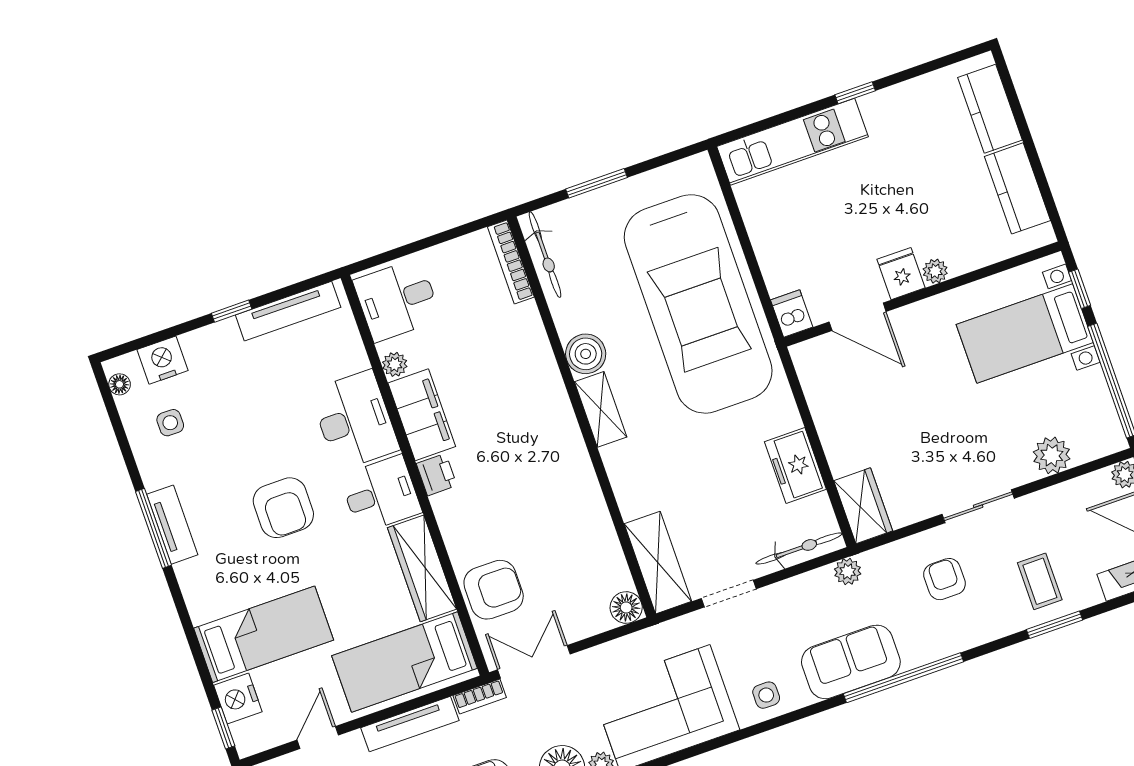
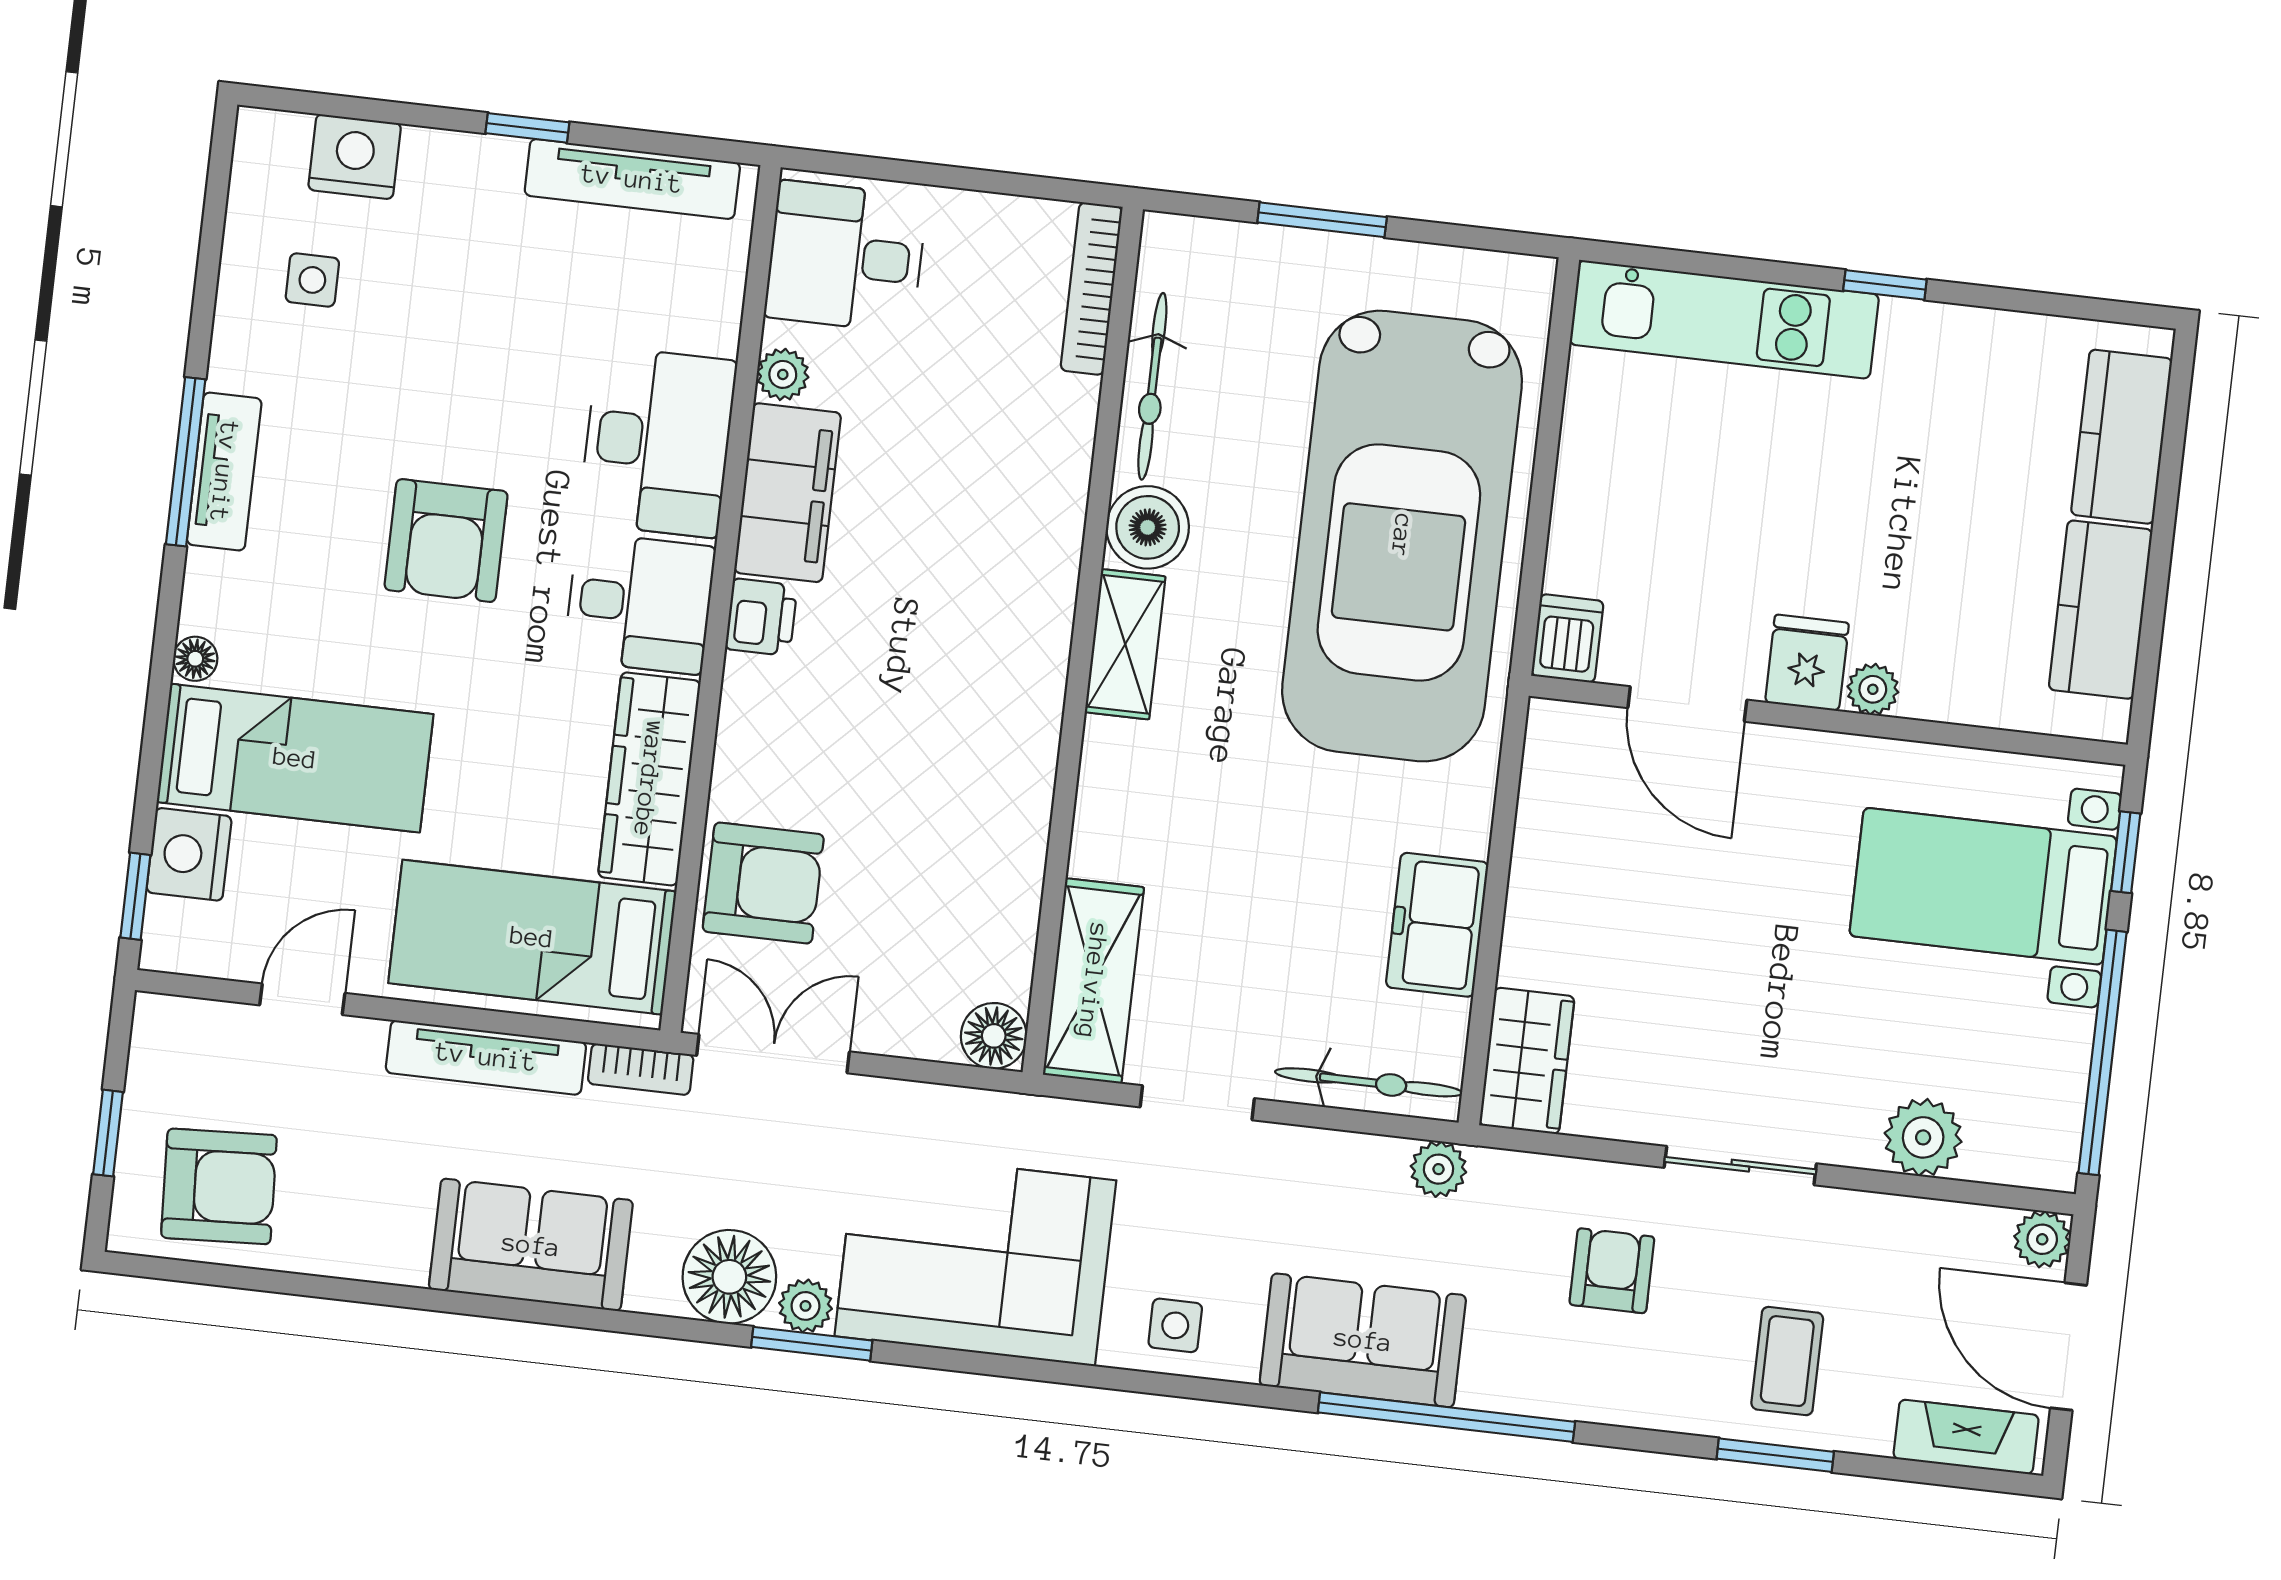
bicycle: (545, 255) -> (1152, 386), moved
floor lamp: (120, 384) -> (195, 659), moved

